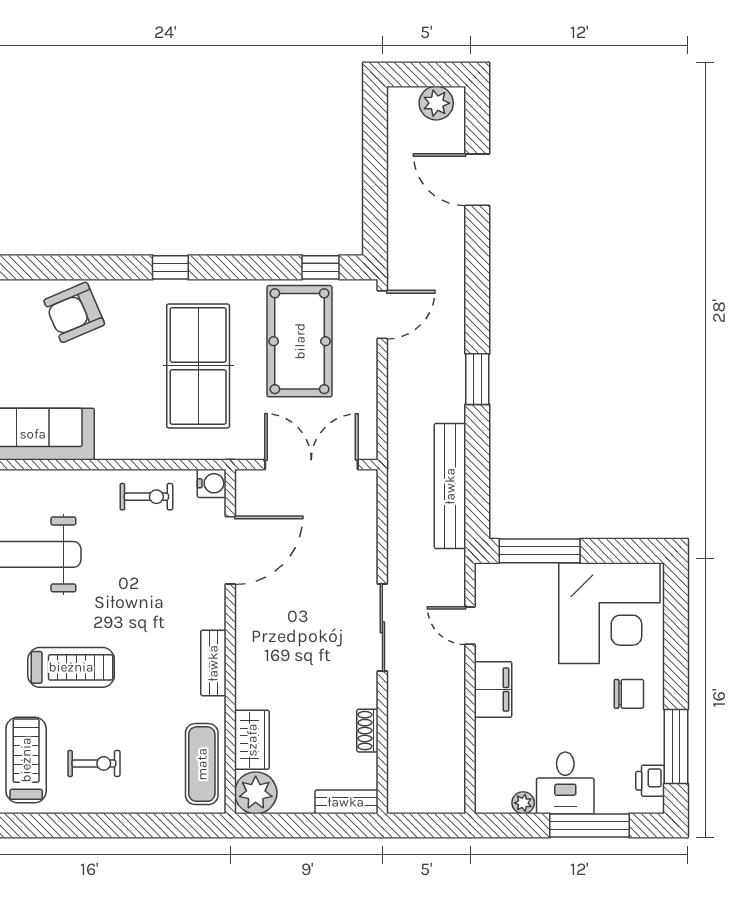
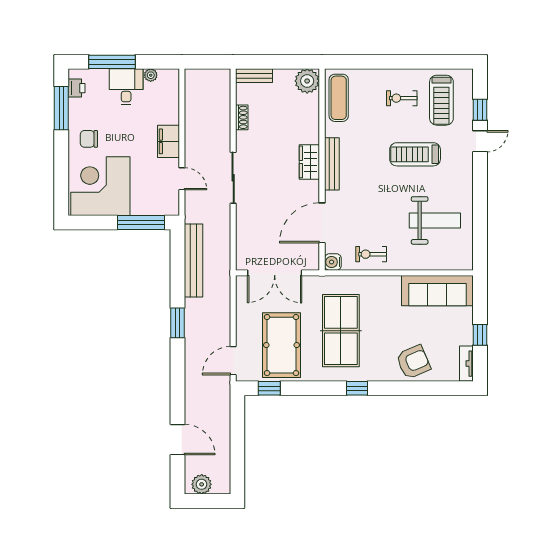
bench: (213, 663) -> (332, 164), width x1.36
wardrobe: (252, 740) -> (309, 162), moved

